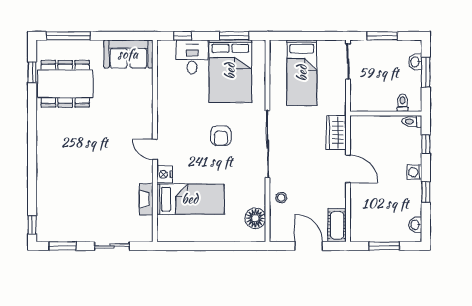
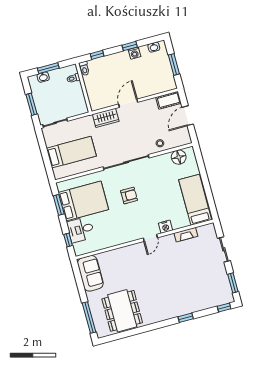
window: (32, 72) -> (186, 318), moved
washing machine: (414, 172) -> (134, 53), moved
bed: (190, 199) -> (195, 200), moved

